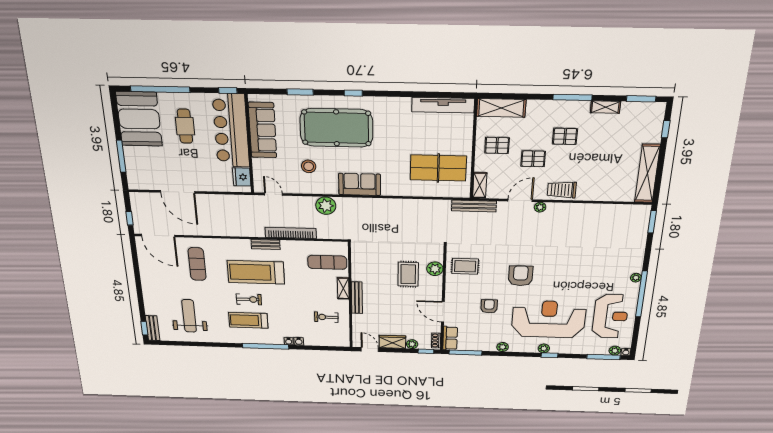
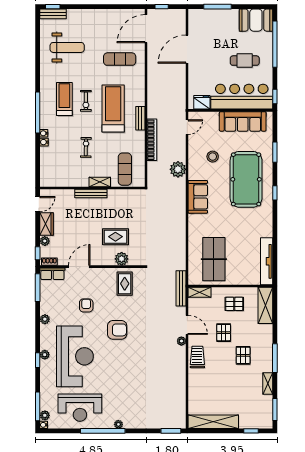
booth: (139, 119) -> (256, 20), width x0.73, depth x0.70
pallet: (497, 145) -> (234, 304), turned 90
armchair: (489, 306) -> (86, 305), turned -90
exercise bike: (326, 317) -> (86, 147), moved

